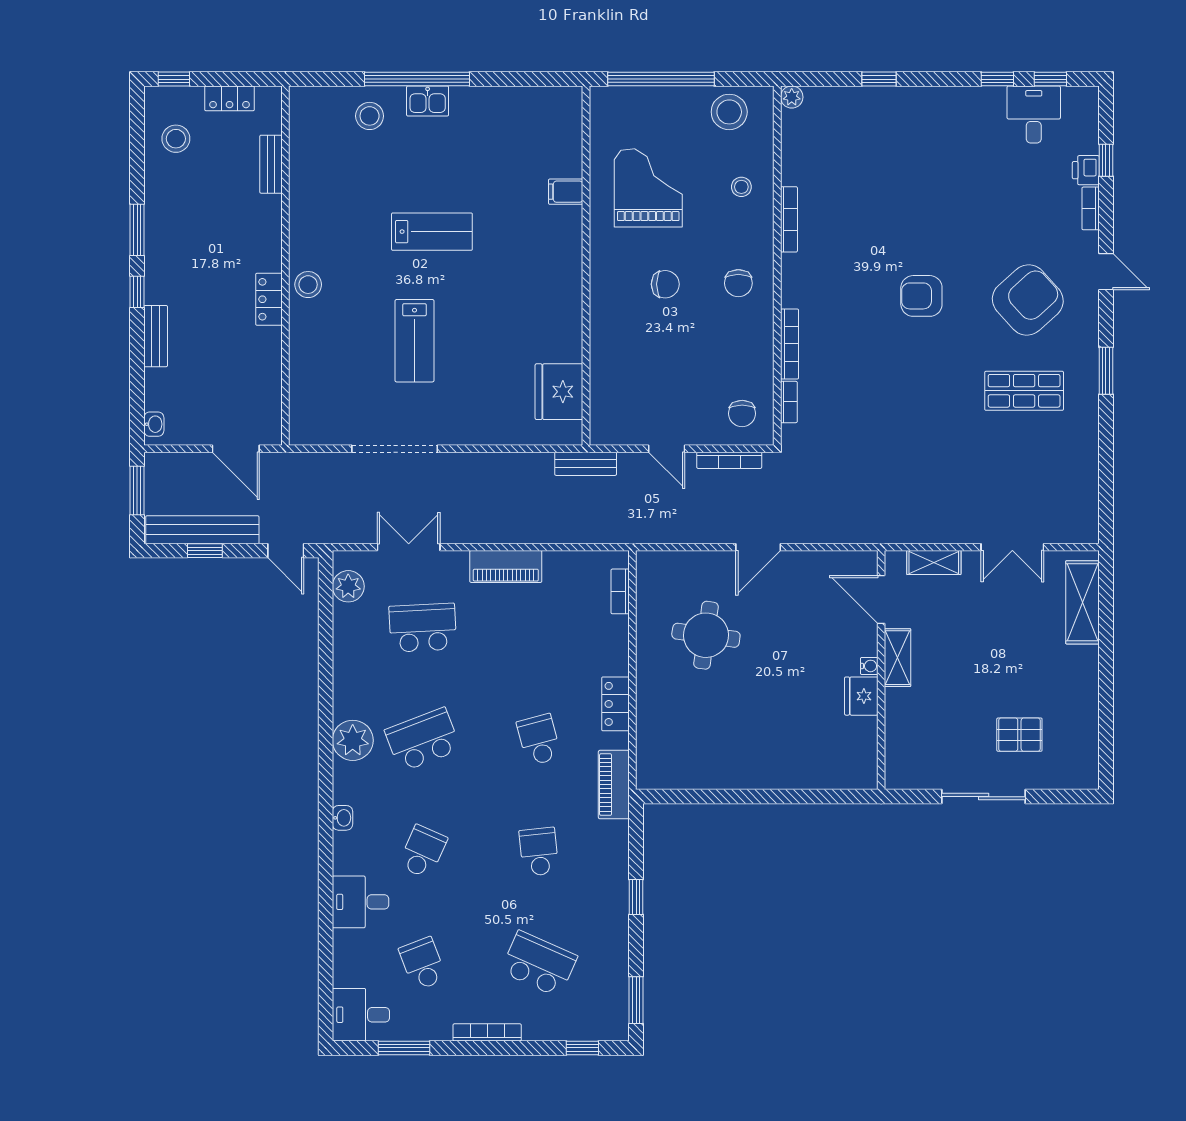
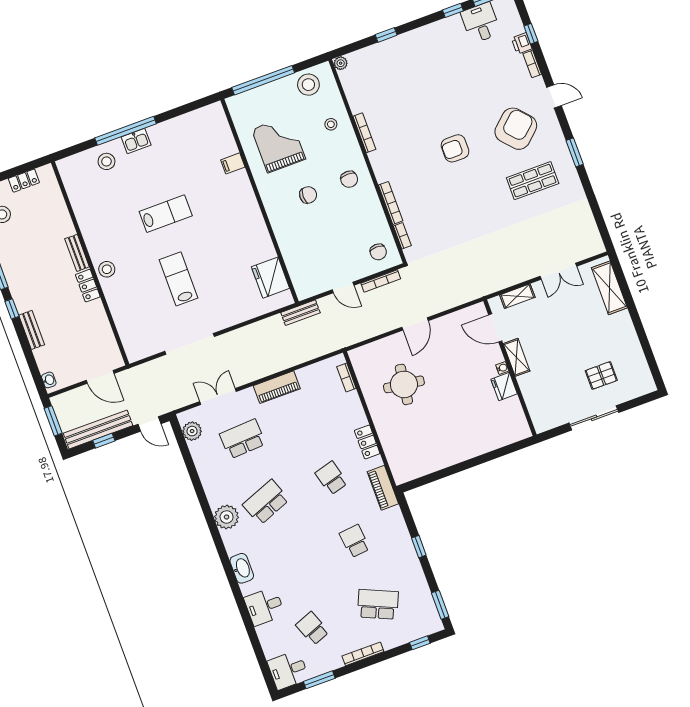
bench: (271, 164) -> (77, 253), moved
lab bench: (414, 341) -> (178, 279), turned 180
washbasin: (342, 818) -> (242, 568), width x1.91, depth x1.45
school desk: (423, 852) -> (289, 565), removed

